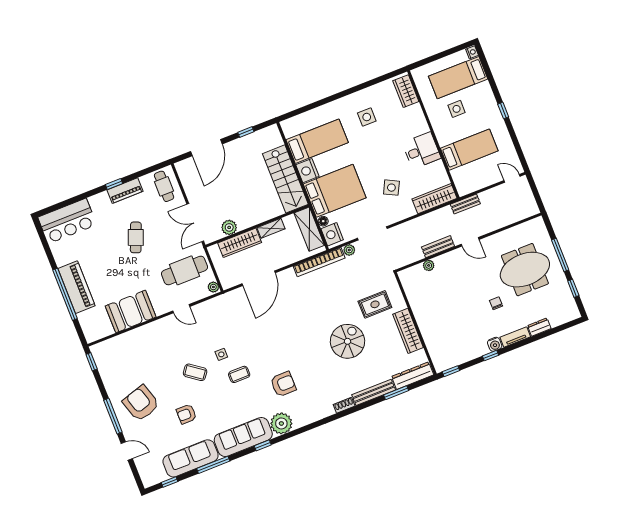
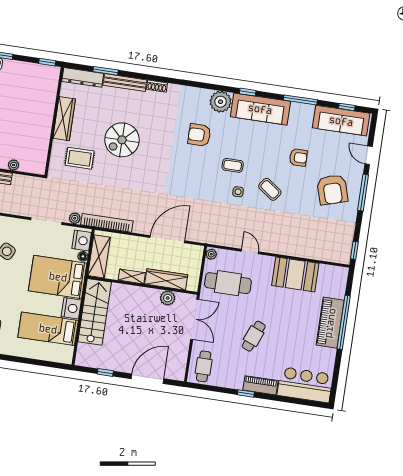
piano: (125, 191) -> (261, 385), moved
sofa: (191, 458) -> (341, 121), moved

